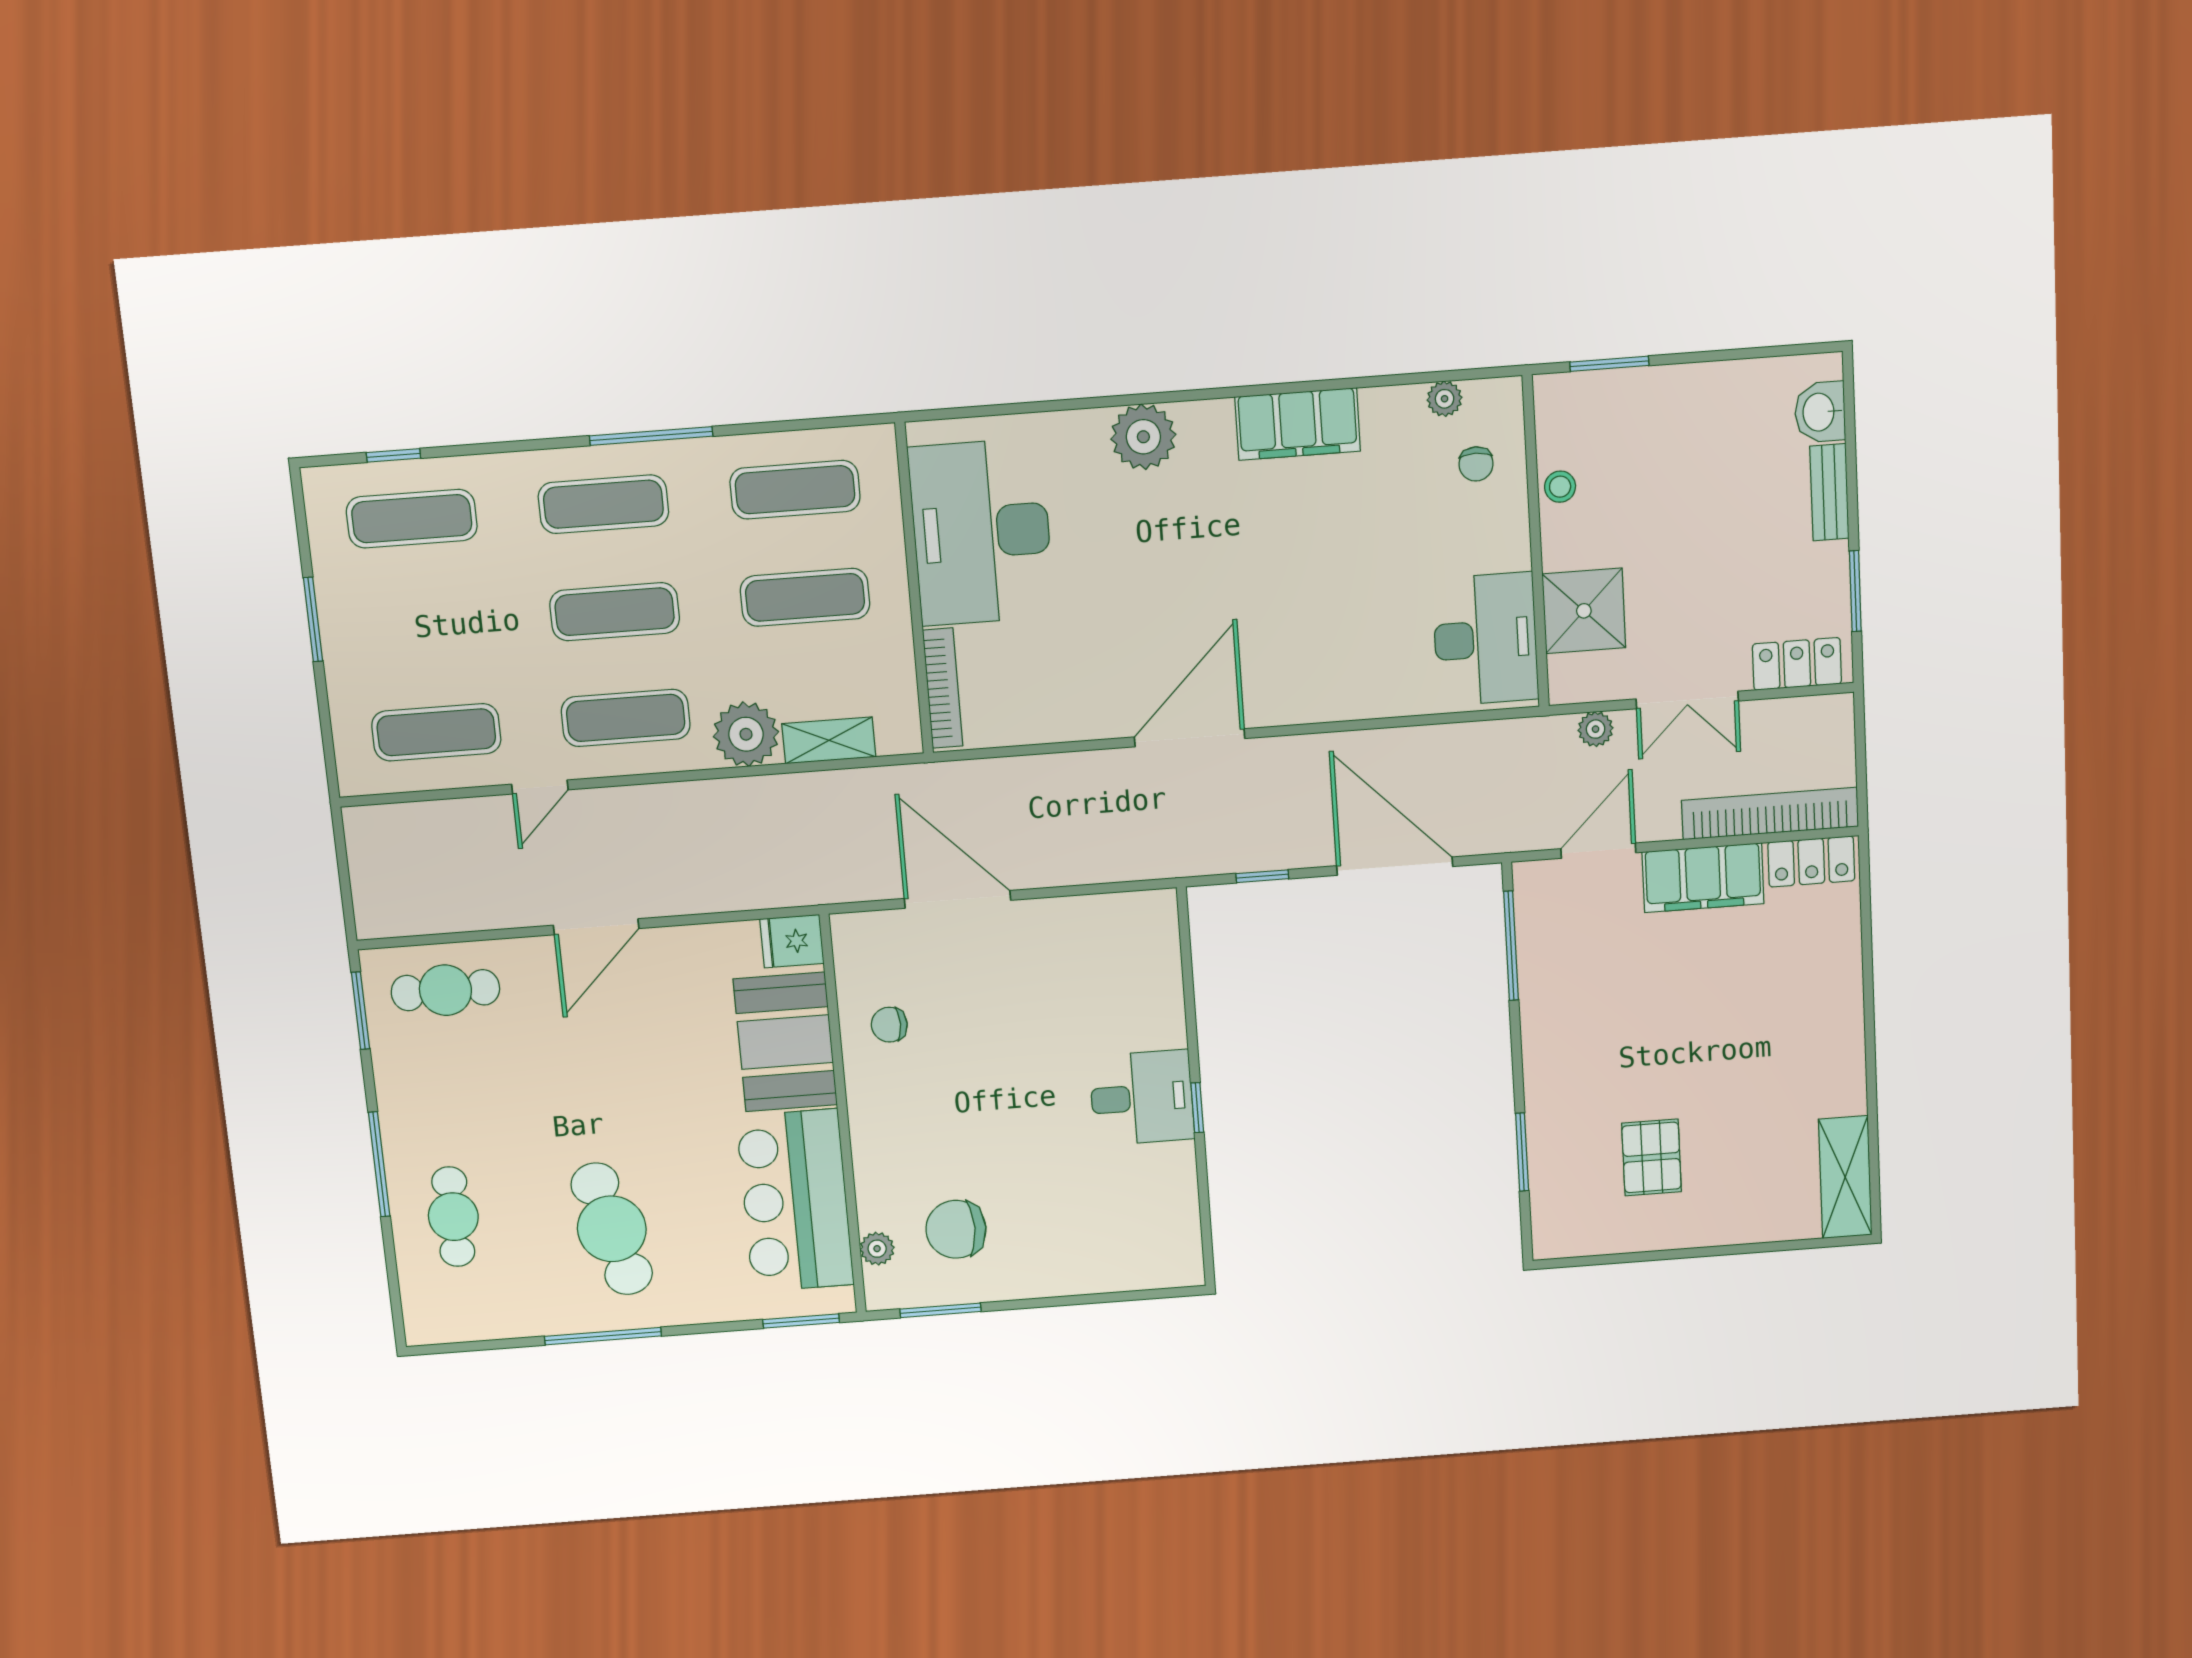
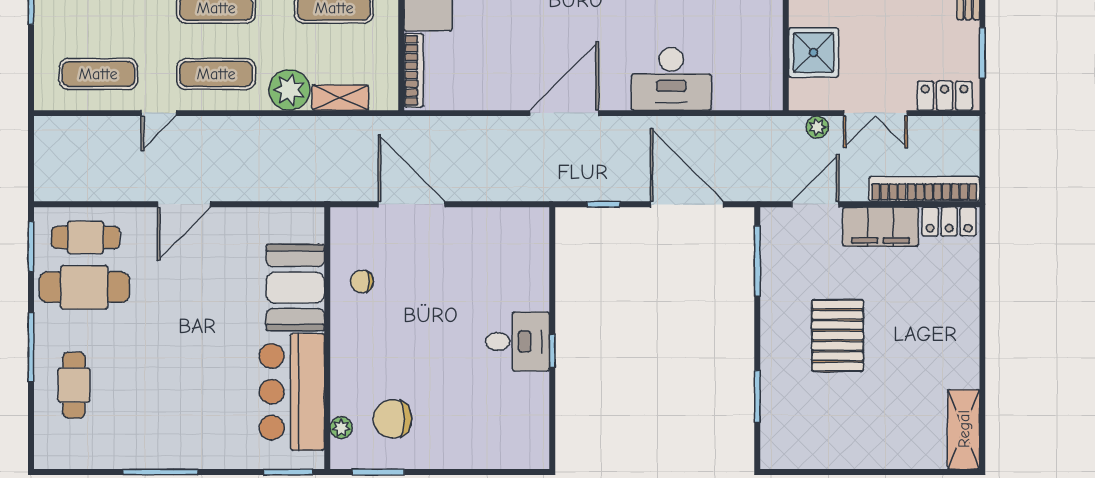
desk: (1485, 639) -> (671, 79), moved, turned 90
fridge: (792, 941) -> (306, 223), removed
pallet: (1652, 1157) -> (838, 335), moved, width x1.50, depth x1.42
cafe table: (612, 1229) -> (84, 287), moved, turned -76

